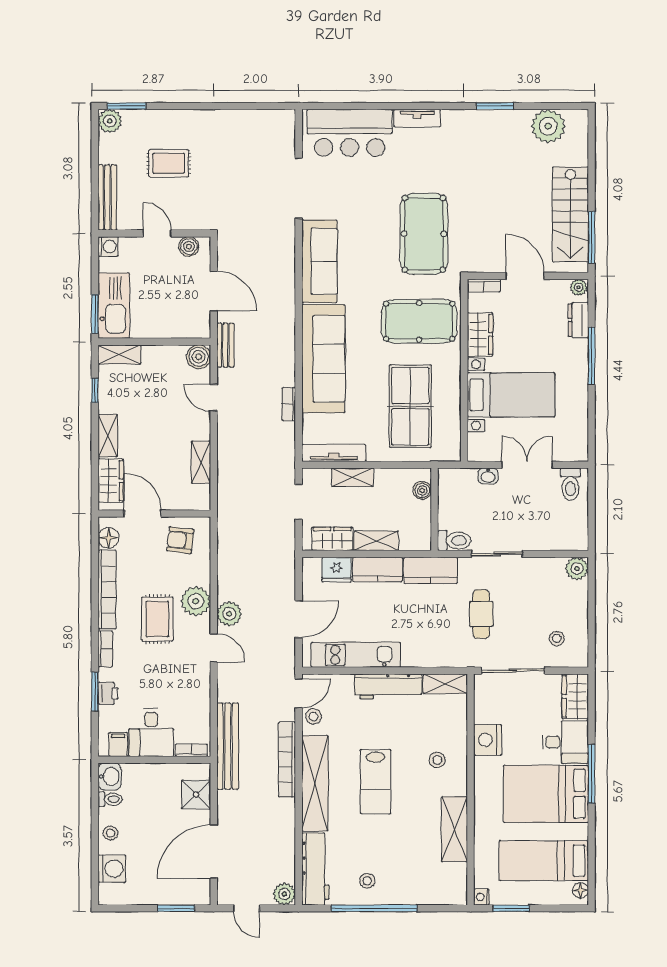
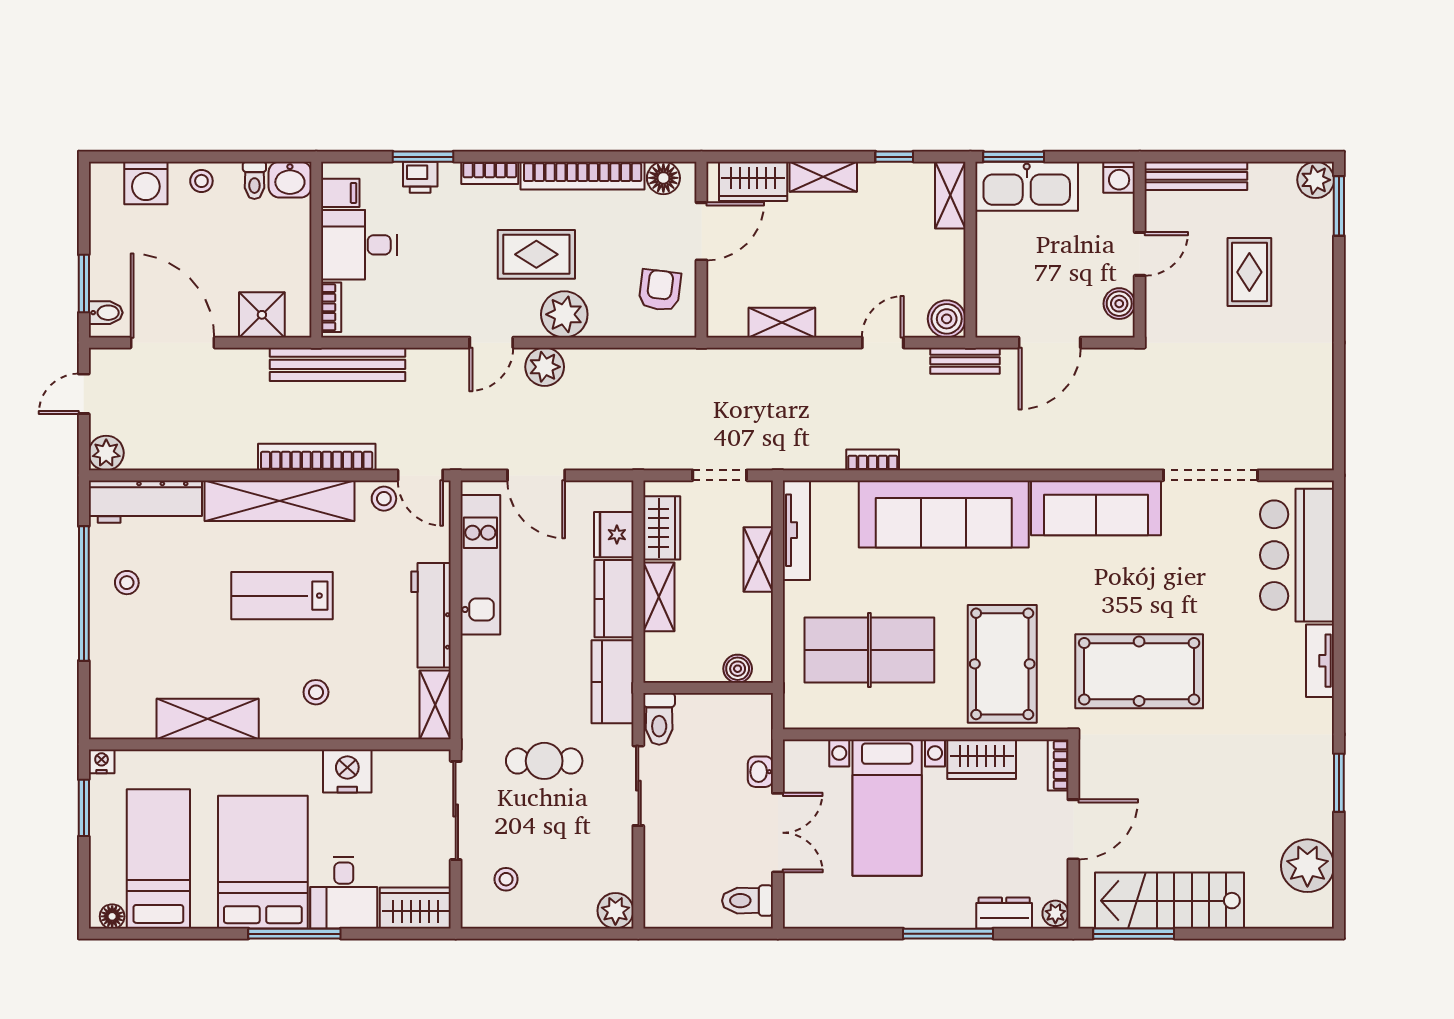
bidet: (195, 894) -> (106, 313), added

